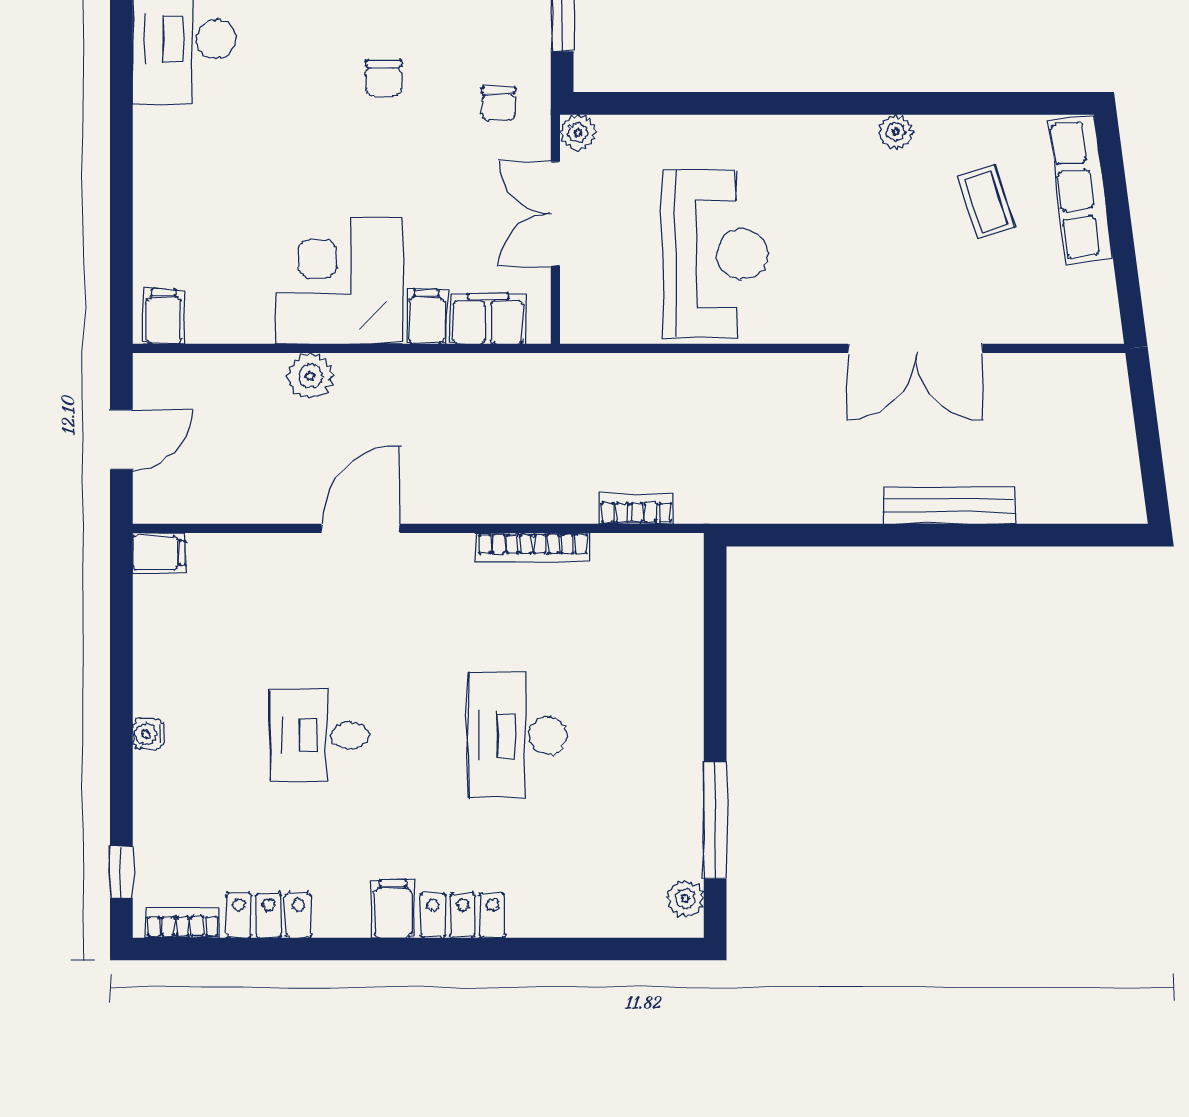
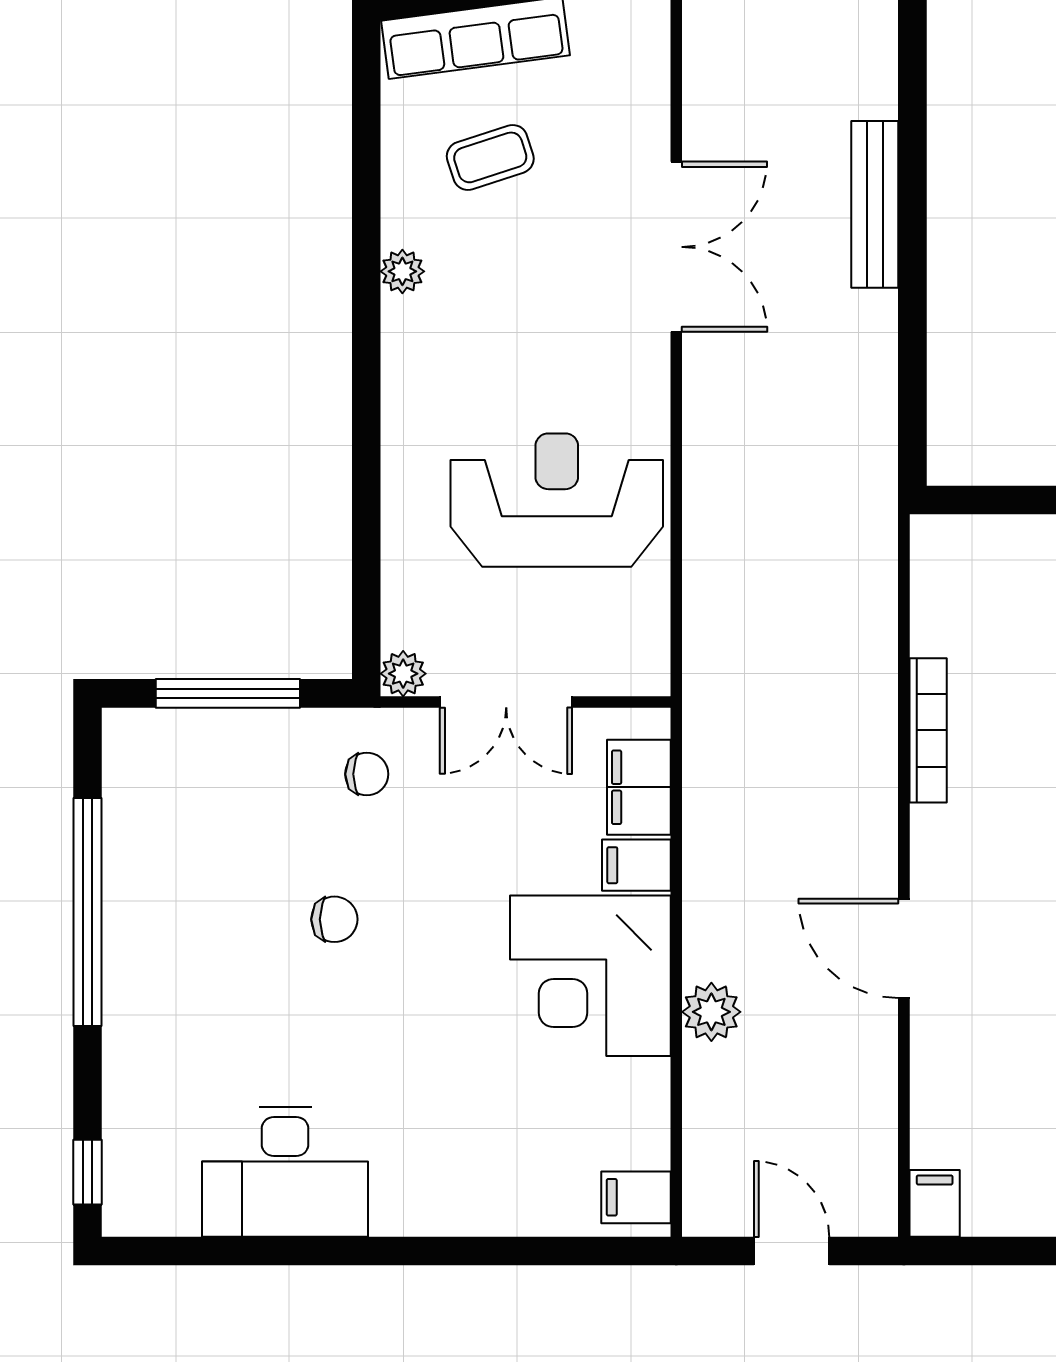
bookcase: (636, 509) -> (879, 599), removed

